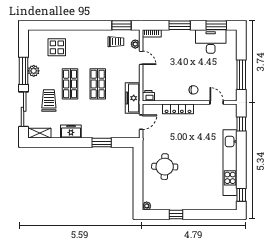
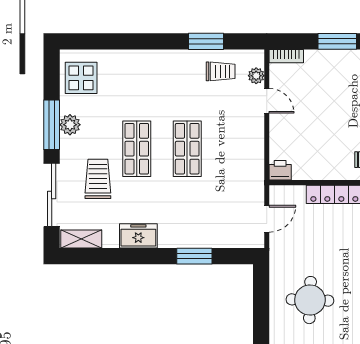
window: (122, 25) -> (206, 41), moved
display table: (57, 47) -> (81, 78), moved
freezer: (133, 98) -> (251, 175), removed

